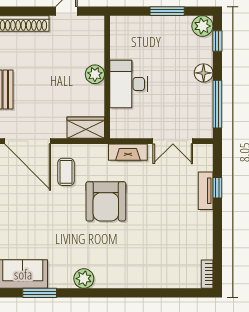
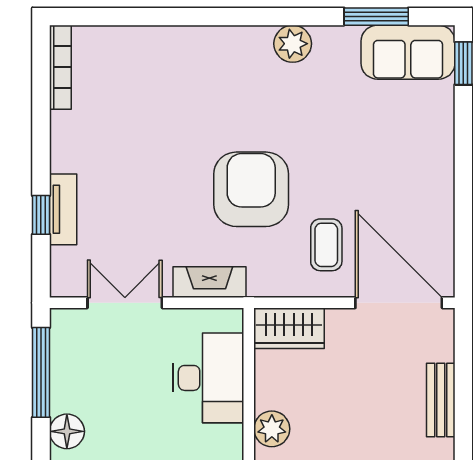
desk: (129, 84) -> (208, 378), moved
bookcase: (207, 274) -> (60, 67), width x1.56

